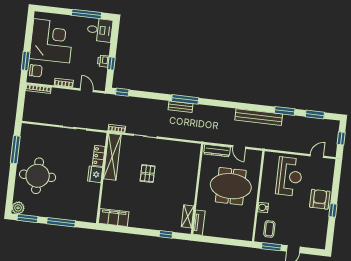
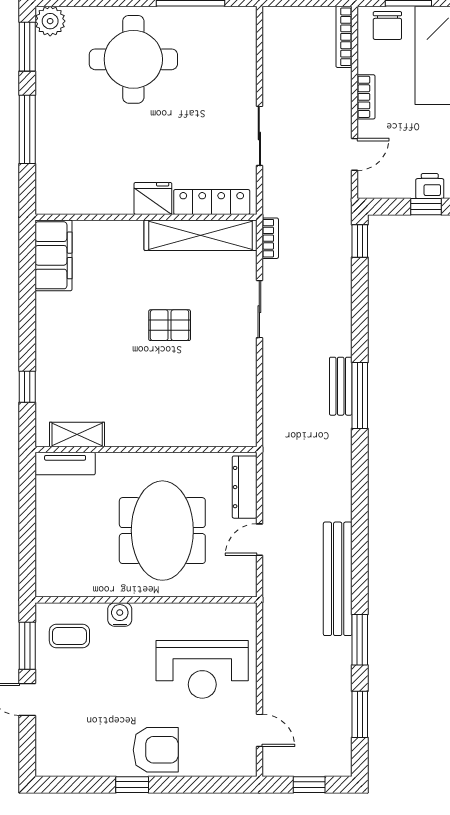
locker: (99, 156) -> (212, 202), width x1.53

